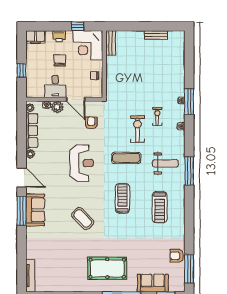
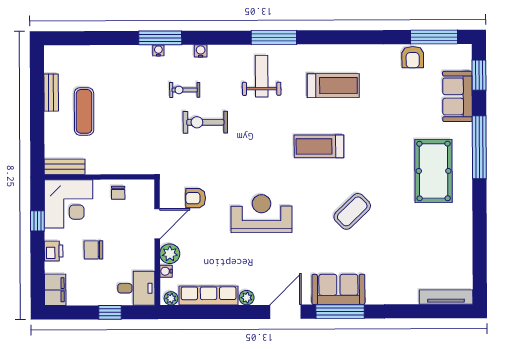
desk: (55, 86) -> (136, 288), moved
exercise mat: (126, 158) -> (84, 111), moved

